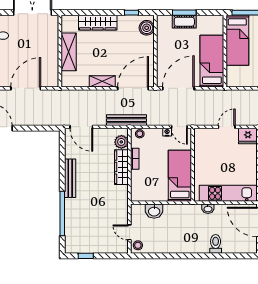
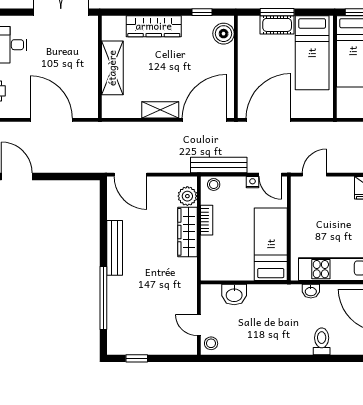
bed: (212, 61) -> (312, 53), moved, turned 180
door: (26, 88) -> (51, 120), hinge flipped
bench: (127, 120) -> (219, 165), moved
door: (227, 127) -> (314, 175), moved

